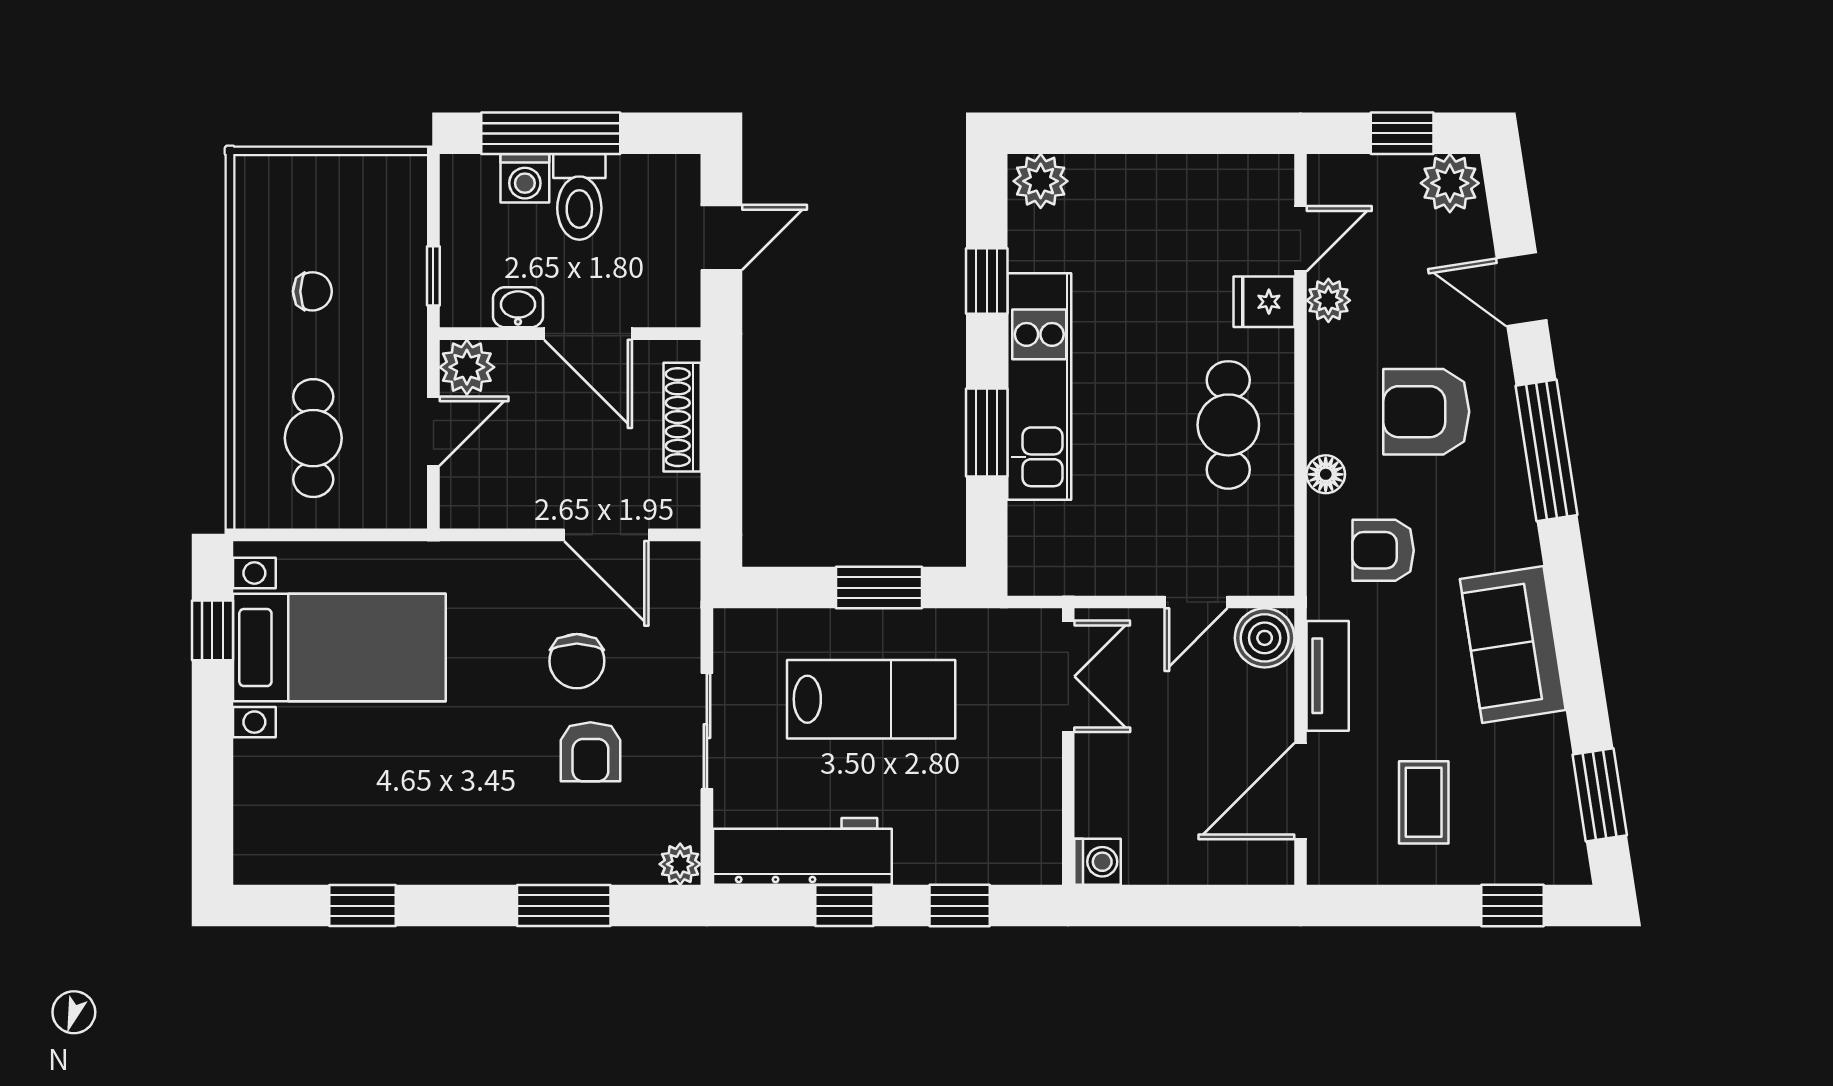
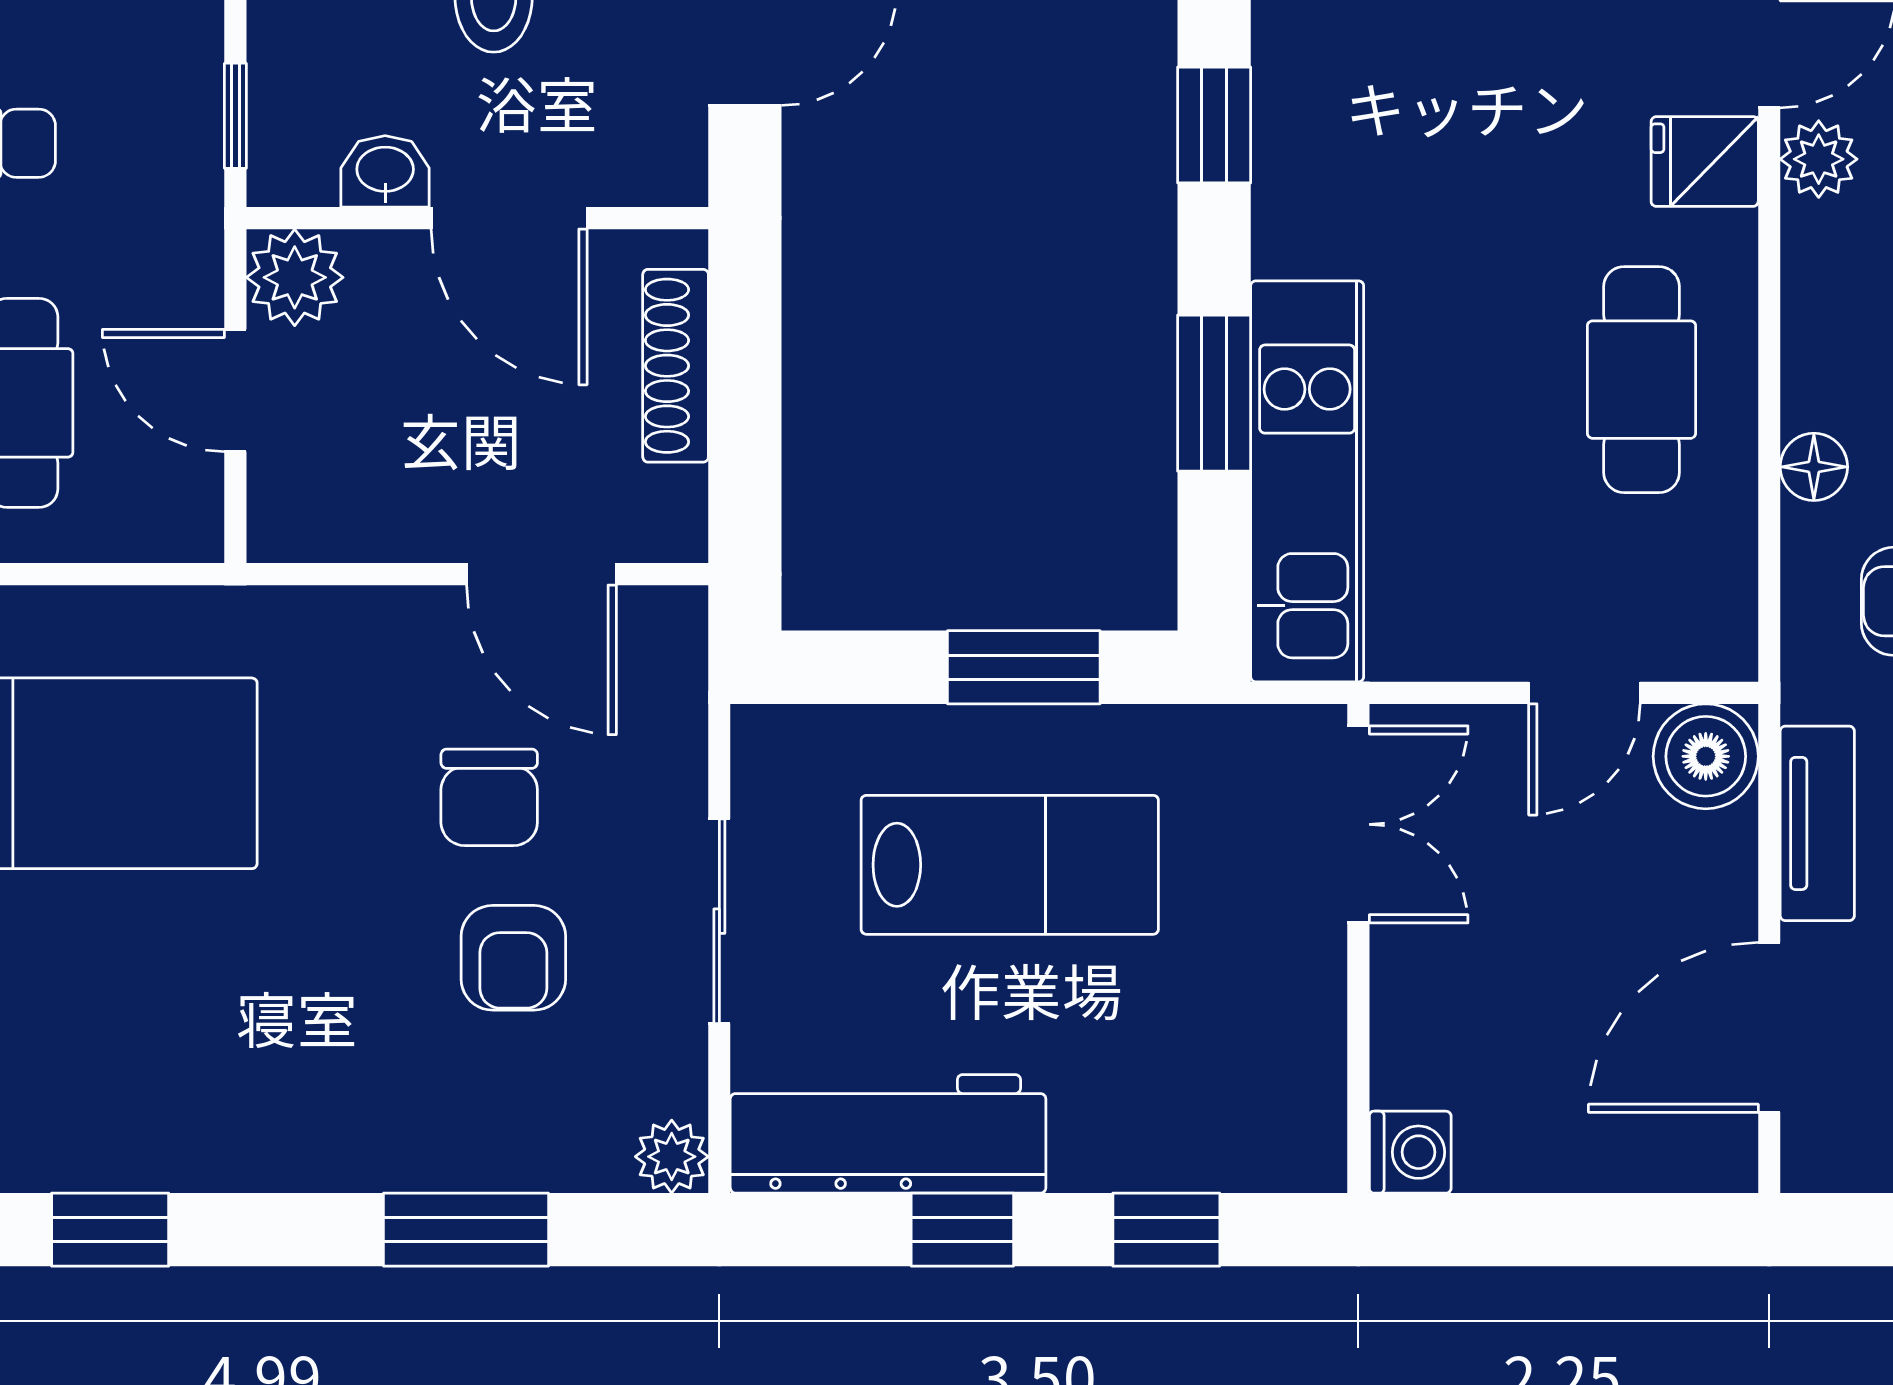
kitchen unit: (1039, 387) -> (1307, 481), moved
door: (433, 431) -> (235, 390), swing flipped

